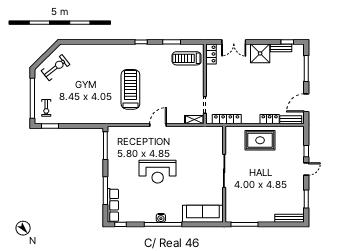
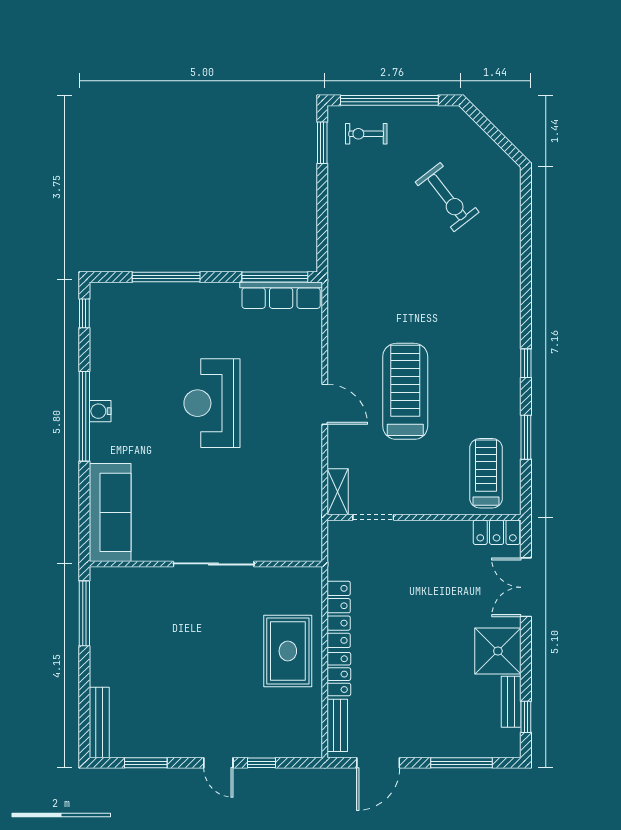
exercise bike: (56, 68) -> (447, 197), moved
treadmill: (130, 89) -> (405, 391), moved, turned -90
door: (306, 103) -> (378, 763), swing flipped
locker: (227, 119) -> (339, 614), moved
row of seats: (113, 205) -> (281, 295), moved

